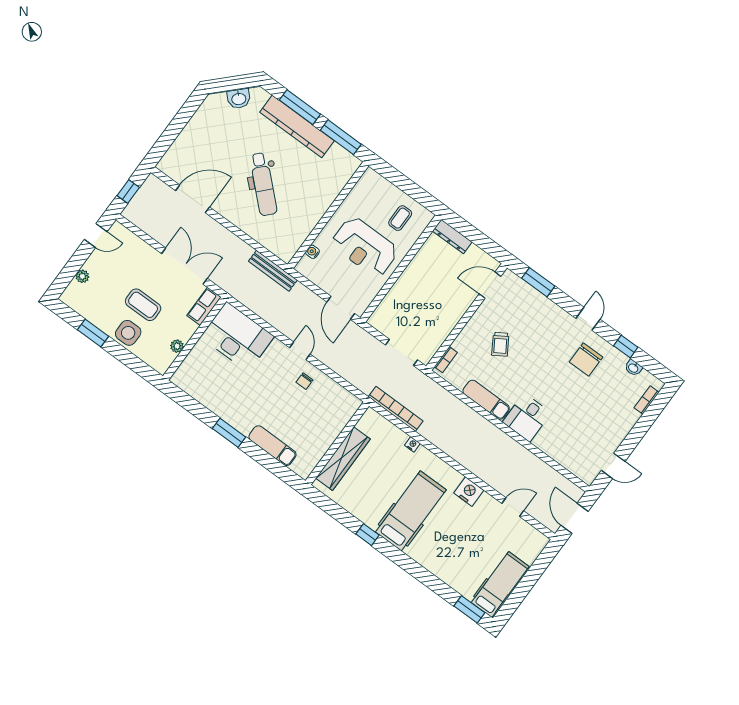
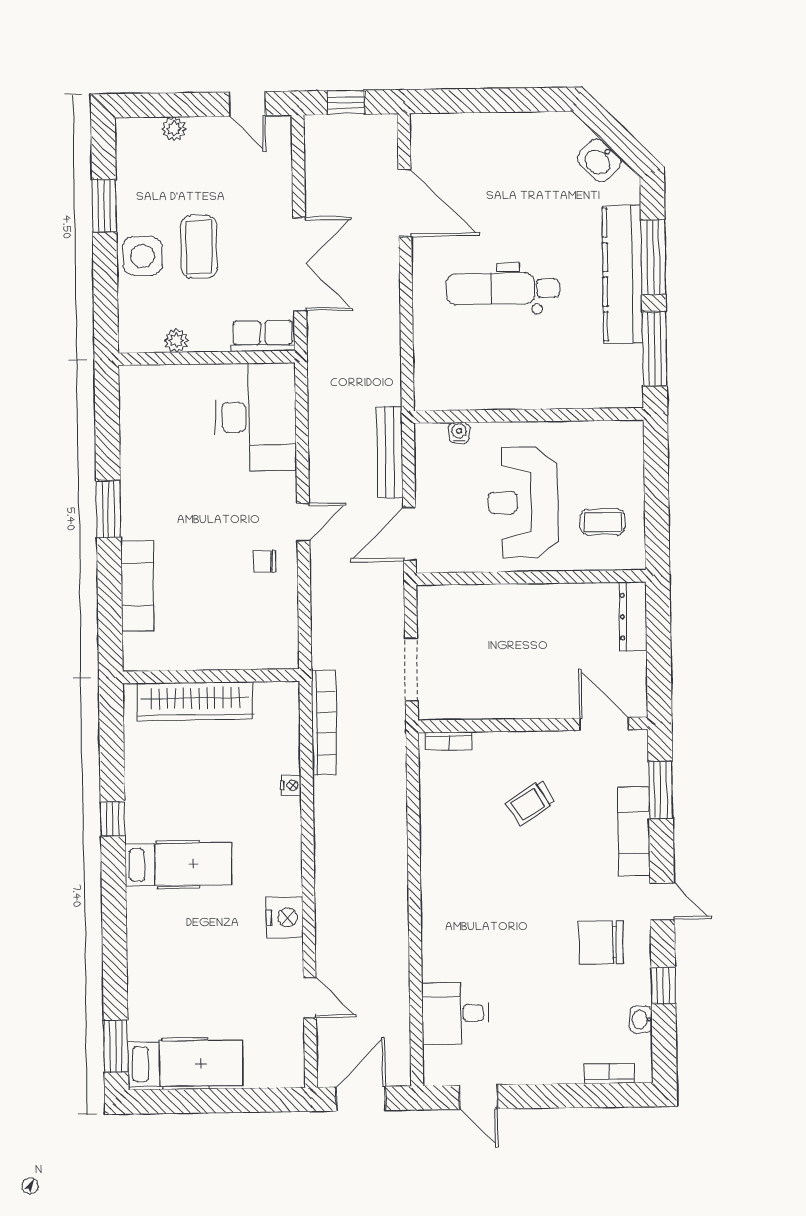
dental chair: (263, 184) -> (503, 289), turned 47
bench: (273, 271) -> (390, 452), moved
door: (588, 319) -> (662, 901), hinge flipped
exam couch: (486, 400) -> (634, 831), moved, turned 180
desk: (527, 417) -> (455, 1013), moved
hospital bed: (411, 511) -> (178, 864), width x0.73, depth x0.78

